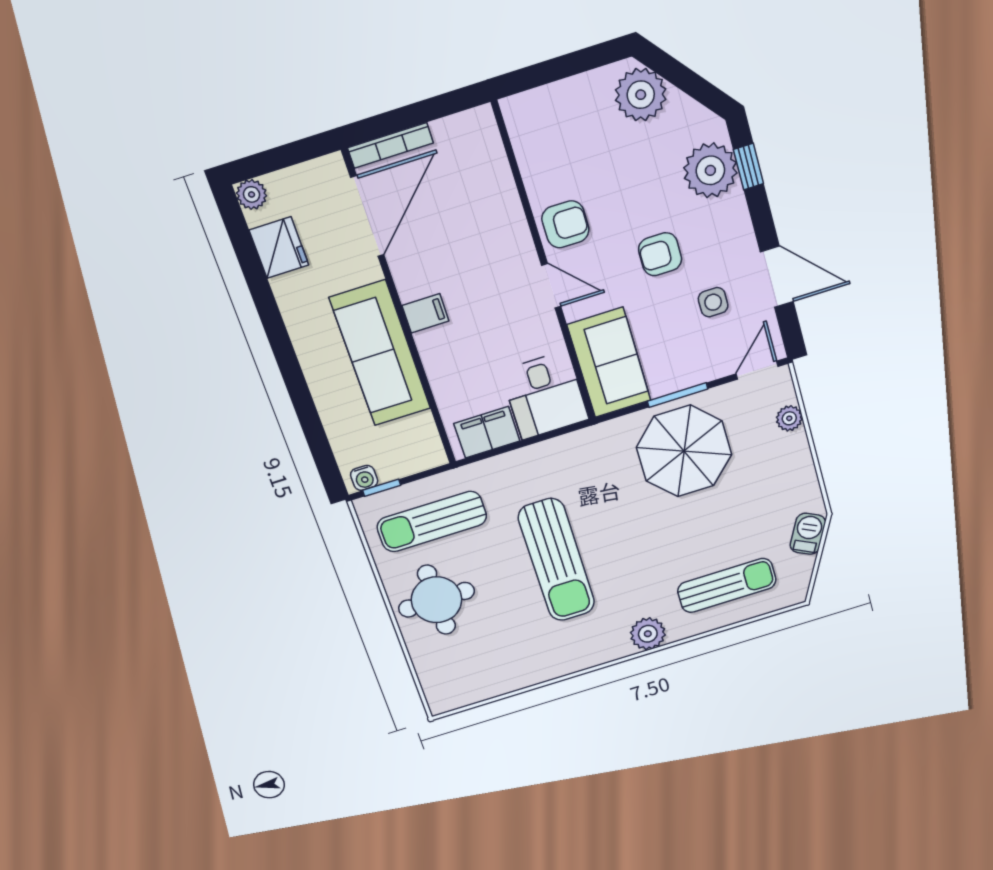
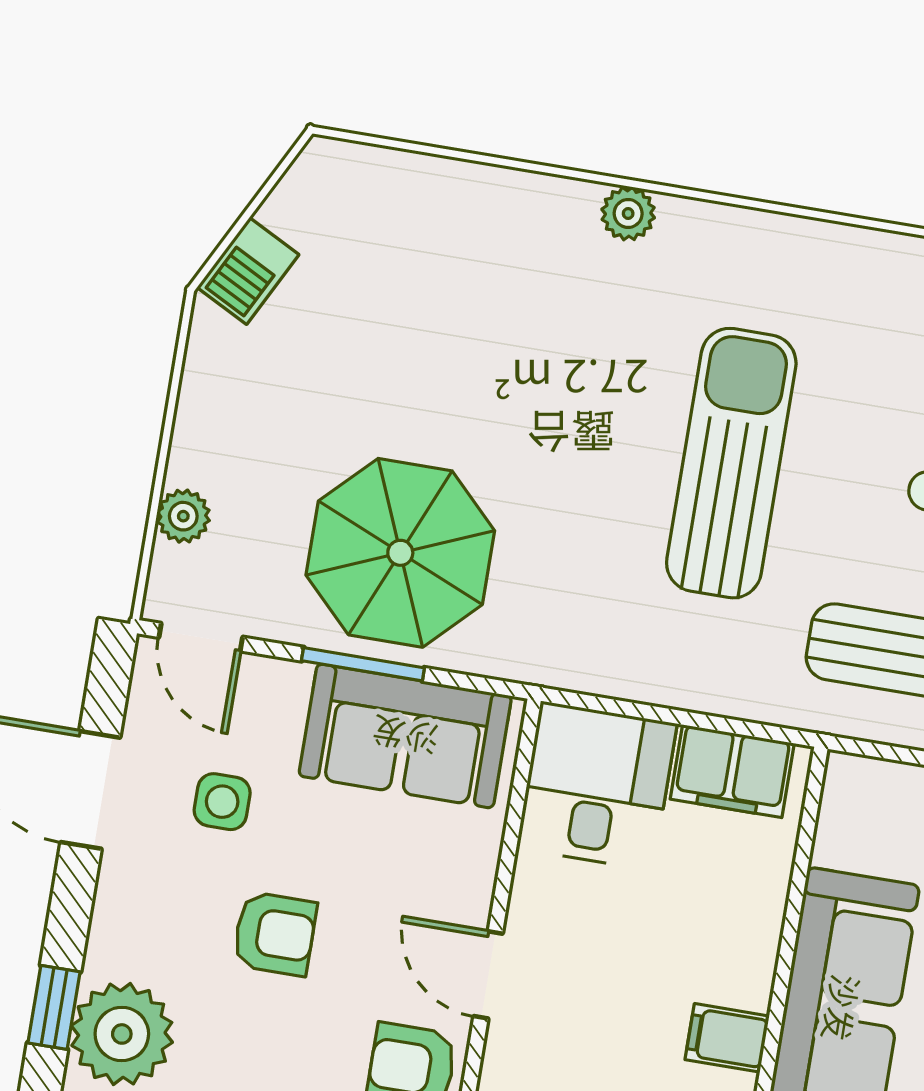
sofa: (609, 363) -> (405, 736), moved, turned -90
door: (757, 370) -> (201, 637), hinge flipped
sun lounger: (727, 585) -> (444, 246), removed
plant: (648, 634) -> (628, 213), width x0.73, depth x0.73

